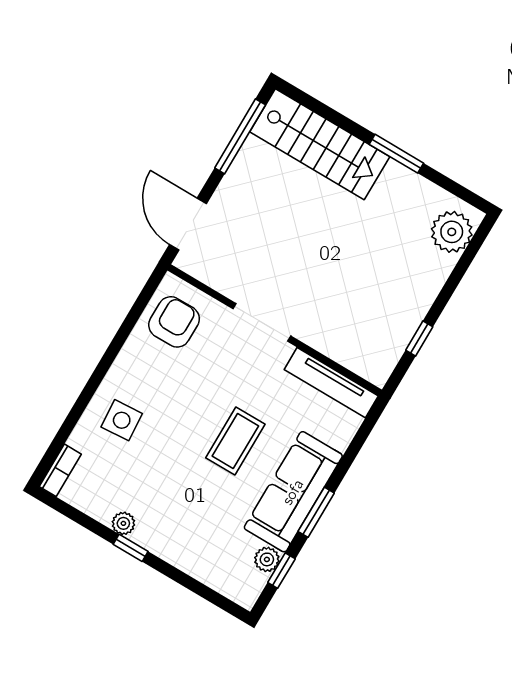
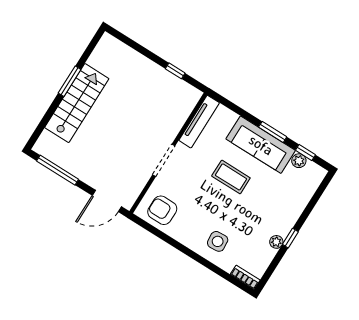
stairs: (320, 144) -> (77, 103), moved
plant: (452, 232) -> (115, 51), removed

